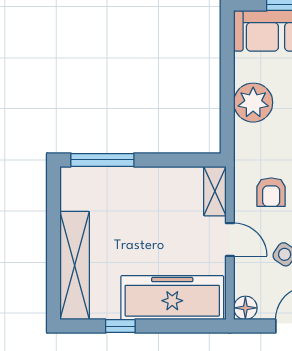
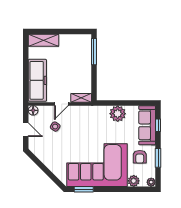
armchair: (271, 192) -> (81, 121), removed
shelving: (75, 266) -> (43, 40), width x0.68
window: (120, 326) -> (26, 59), removed

